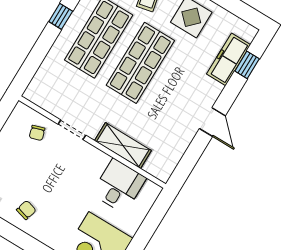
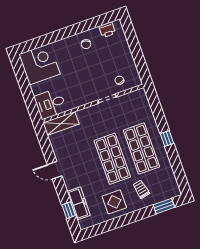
shelving: (123, 146) -> (61, 123), moved
desk: (119, 186) -> (50, 104), moved, turned 90

